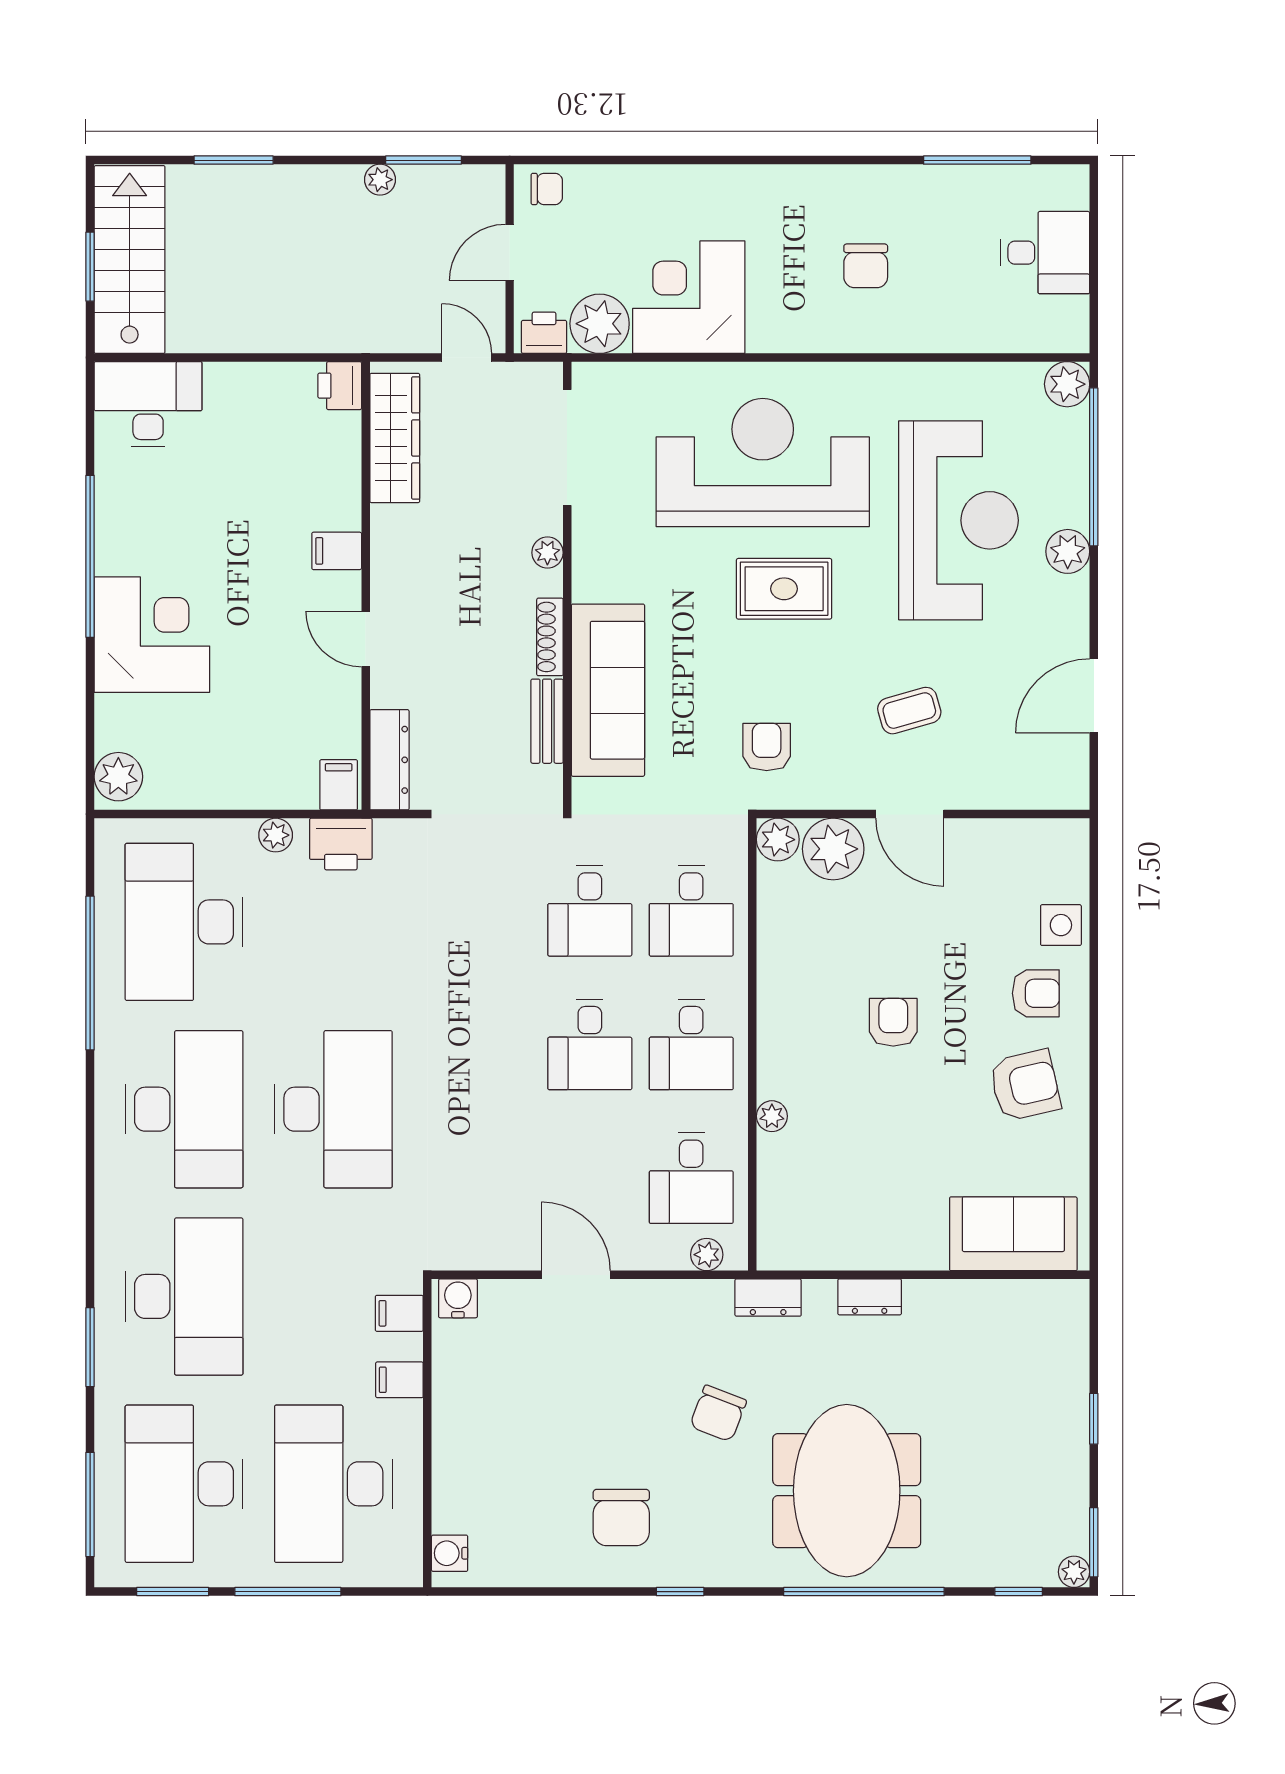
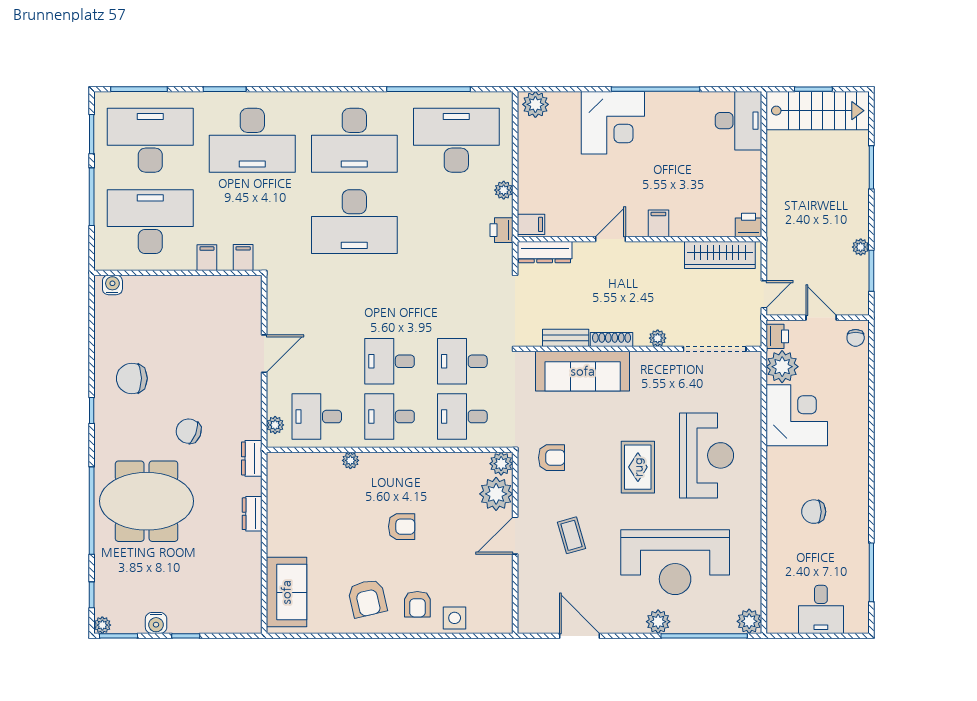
reception desk: (763, 463) -> (707, 455), width x0.74, depth x0.77
printer: (341, 844) -> (501, 230), width x0.73, depth x0.81
water cooler: (458, 1298) -> (156, 623), moved, turned 90

